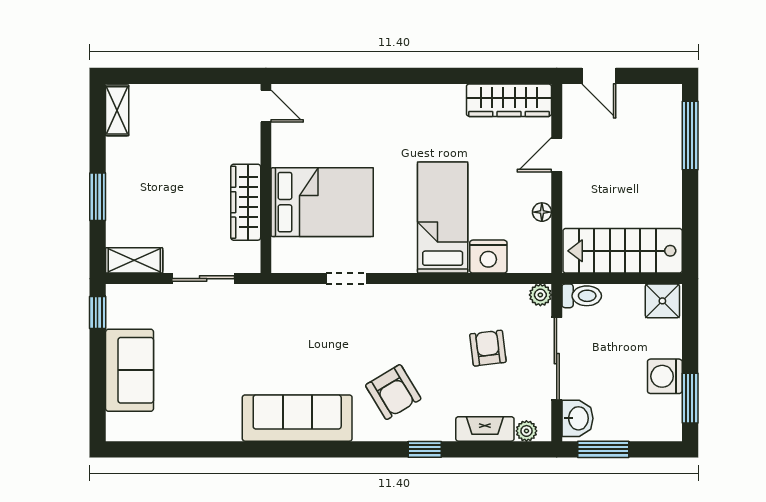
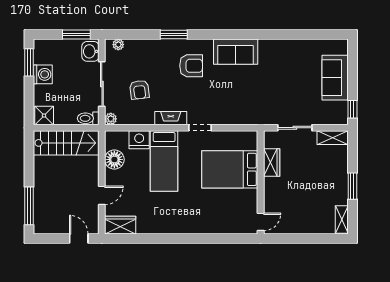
wardrobe: (509, 100) -> (120, 225), width x0.67
door: (266, 106) -> (261, 222), swing flipped
window: (98, 197) -> (352, 186), moved
wardrobe: (246, 202) -> (272, 162), width x0.67
floor lamp: (542, 212) -> (114, 159), width x1.89, depth x1.89
doorway: (347, 279) -> (200, 128), moved
armchair: (393, 392) -> (191, 66), turned 121
sofa: (297, 418) -> (236, 52), width x0.73
fireplace: (485, 429) -> (171, 118), moved, turned 180
window: (425, 449) -> (174, 34), width x1.50

